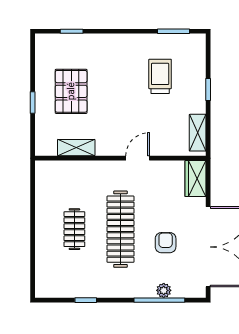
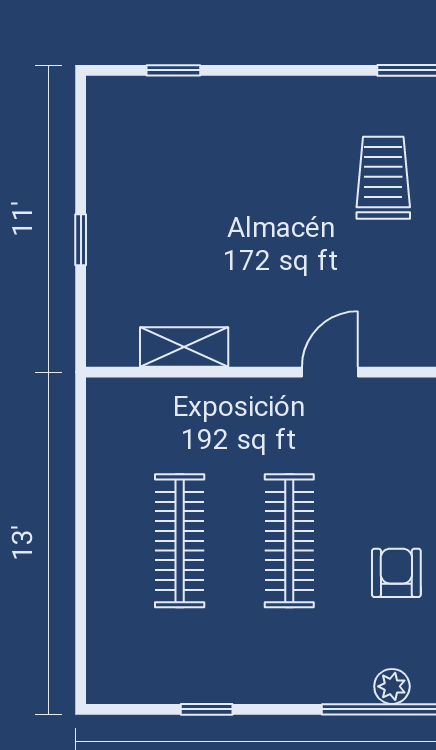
pallet: (71, 91) -> (172, 213), removed
clothes rail: (74, 229) -> (180, 541), width x1.36
clothes rail: (120, 229) -> (289, 541), width x0.73, depth x0.76

